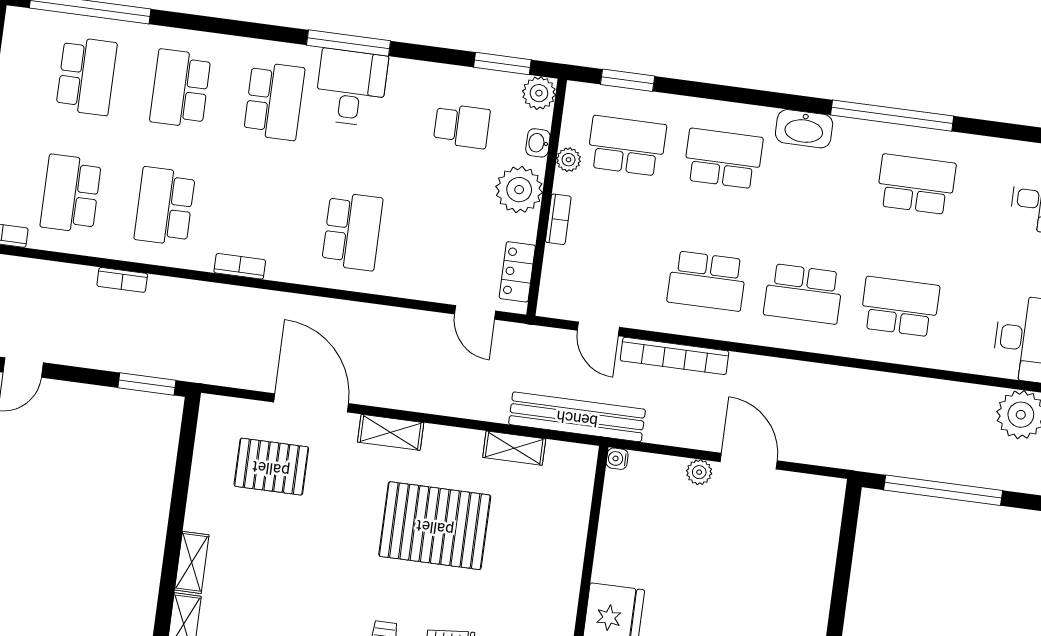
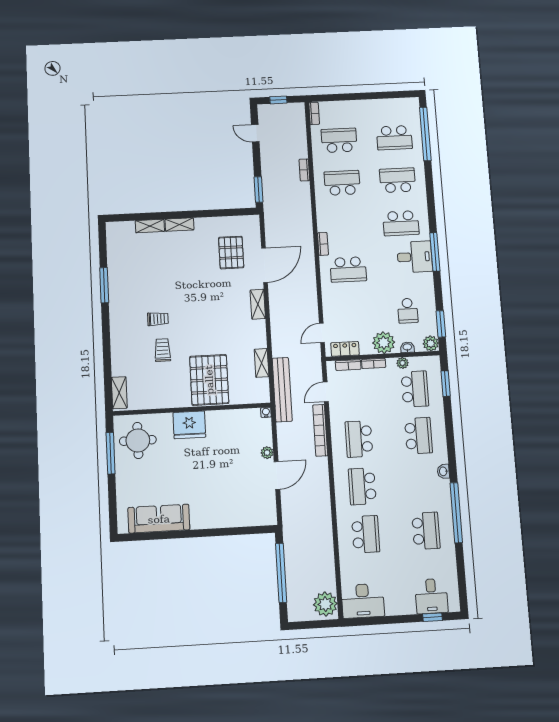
washbasin: (804, 129) -> (443, 471), width x0.52, depth x0.69
bookcase: (240, 266) -> (323, 244), moved
bookcase: (552, 272) -> (348, 365), added
pallet: (435, 526) -> (209, 380), moved

